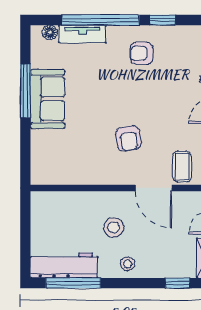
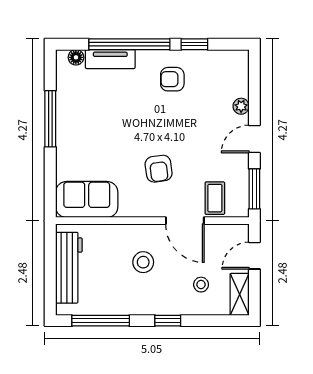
sofa: (48, 99) -> (87, 199), moved, turned -90
stool: (128, 264) -> (201, 285), moved
workbench: (64, 265) -> (69, 268), moved, turned 90
window: (178, 283) -> (168, 321), moved

